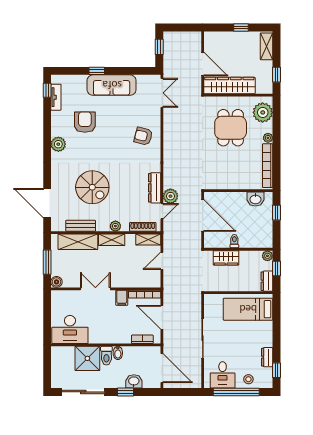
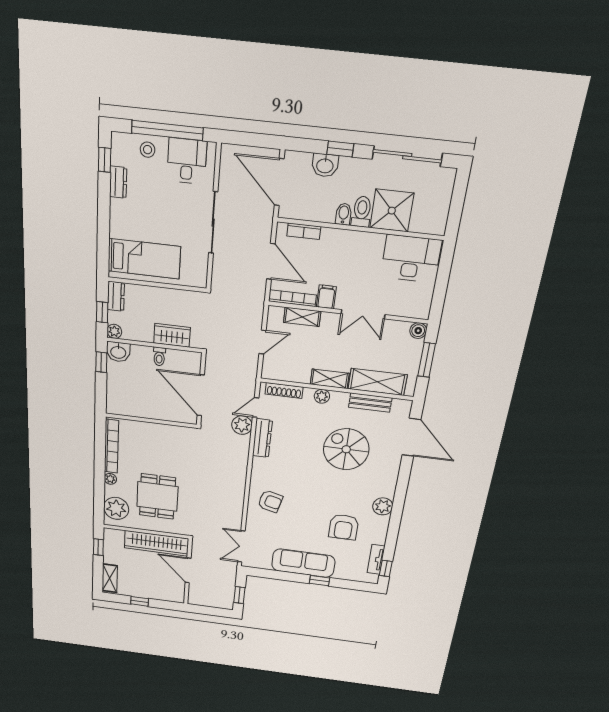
washbasin: (255, 199) -> (118, 352), moved, turned 180
window: (276, 213) -> (101, 362), moved
shelving: (148, 239) -> (302, 317), moved

